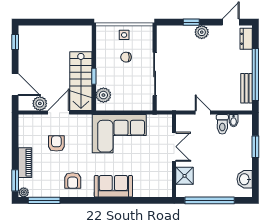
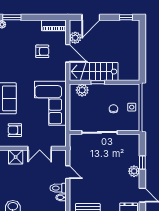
door: (203, 113) -> (68, 172), hinge flipped
piano: (25, 163) -> (54, 25), moved
armchair: (73, 180) -> (15, 130), moved

